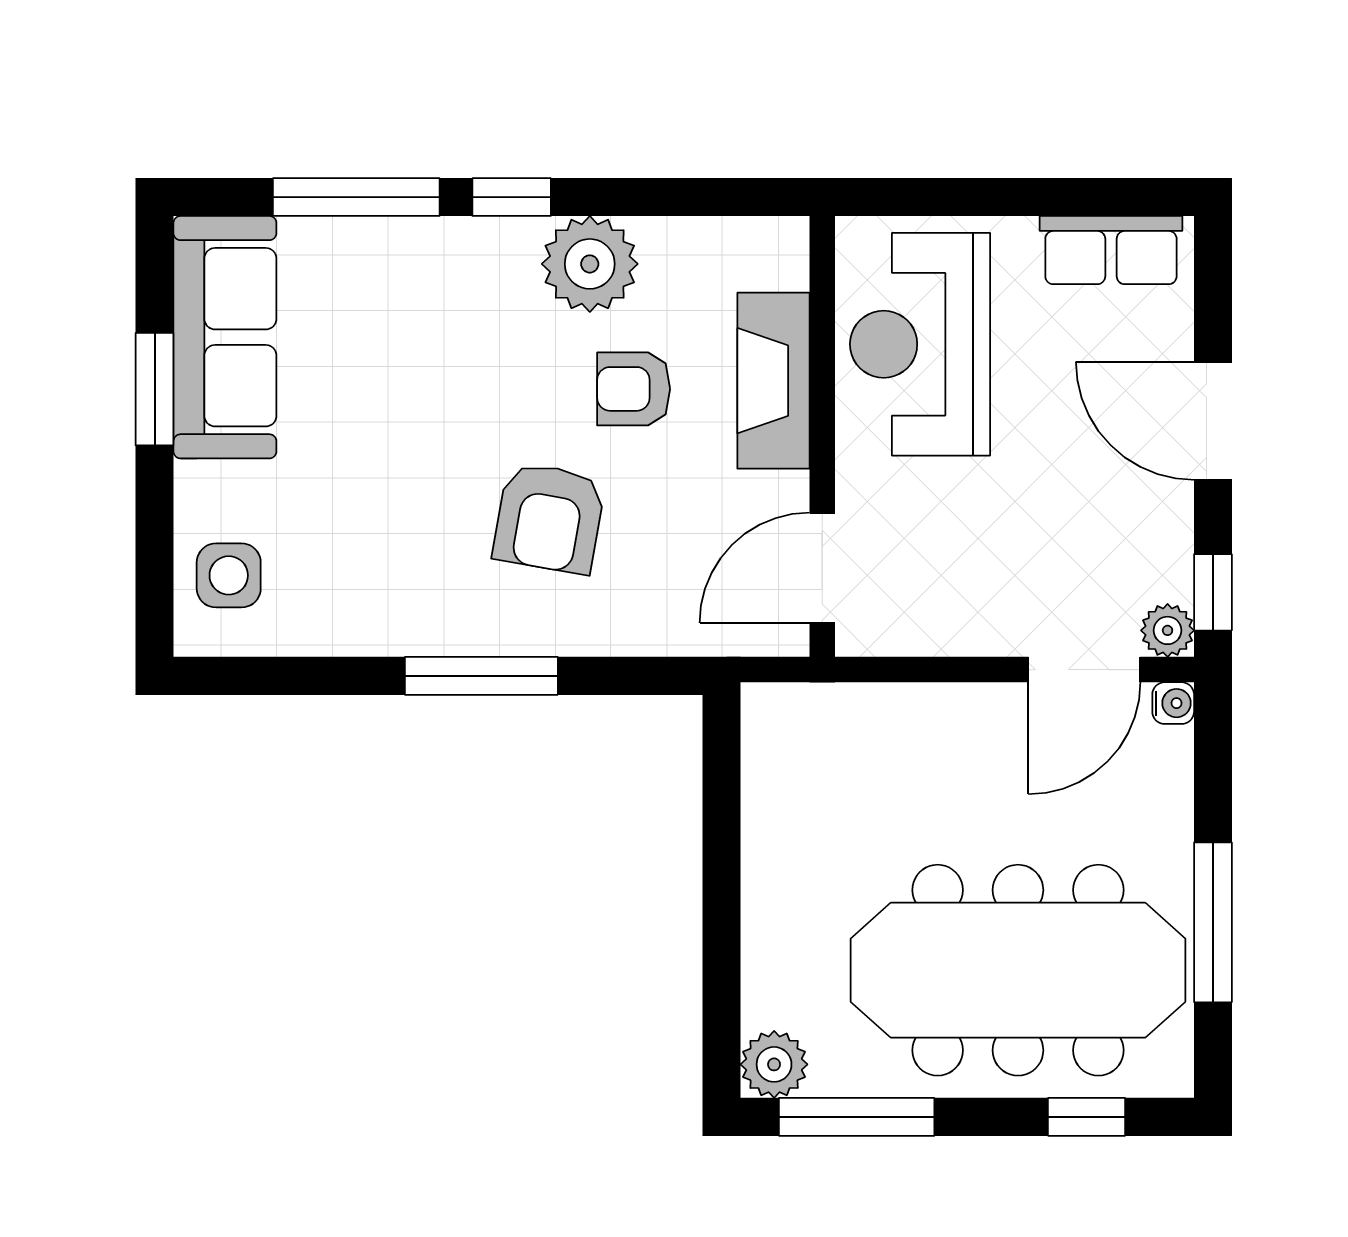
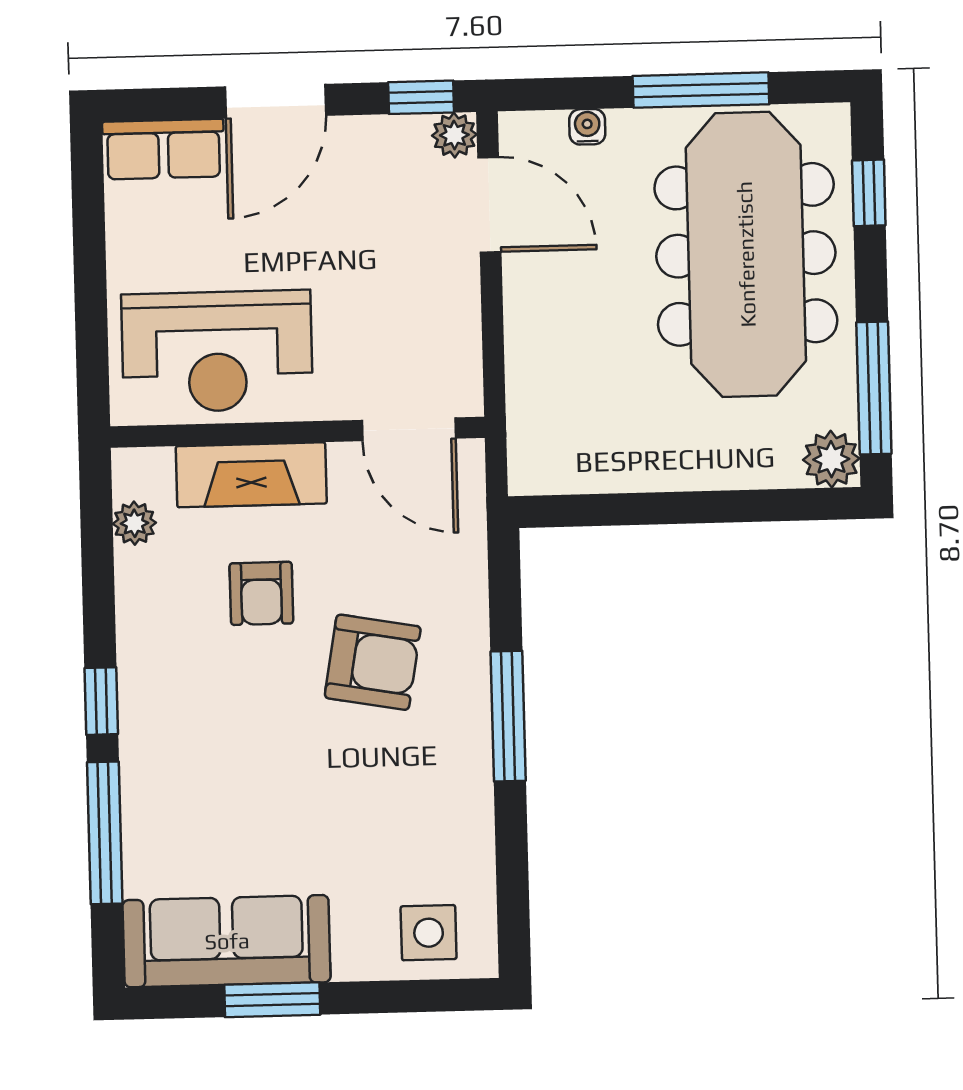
row of seats: (1111, 250) -> (163, 149), moved, turned 90
plant: (590, 264) -> (134, 523), moved, width x0.53, depth x0.53
water cooler: (1173, 703) -> (587, 127), moved

